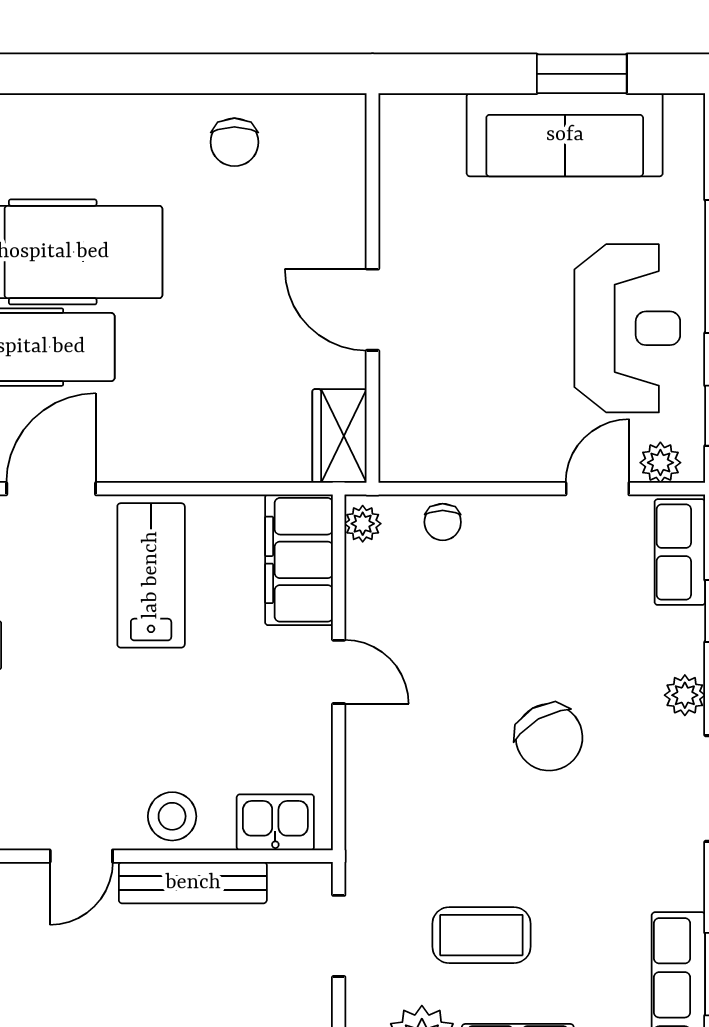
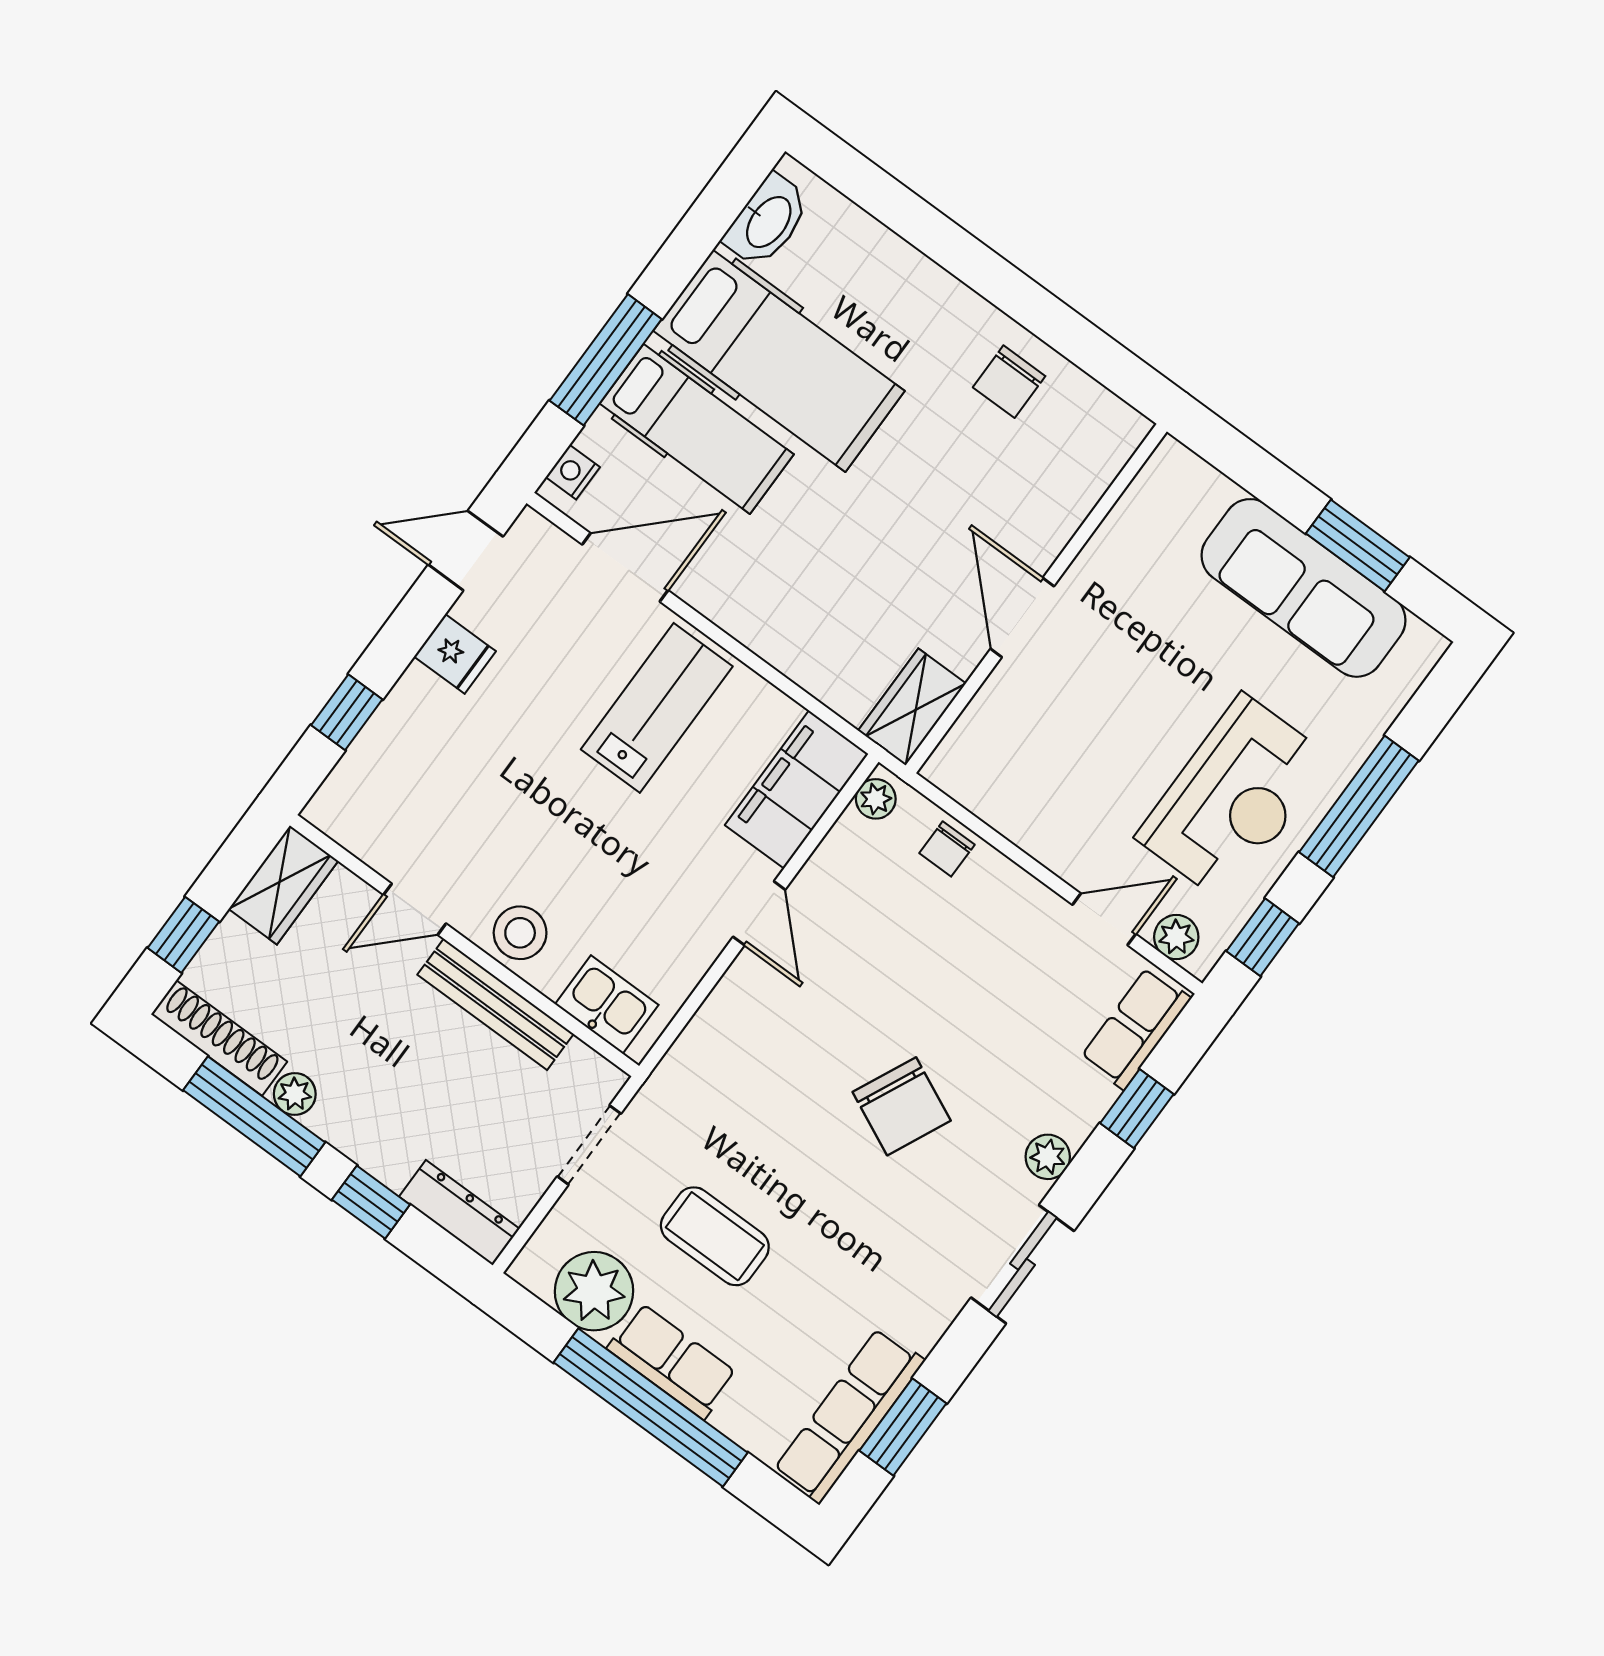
chair: (549, 737) -> (902, 1106), turned -35

